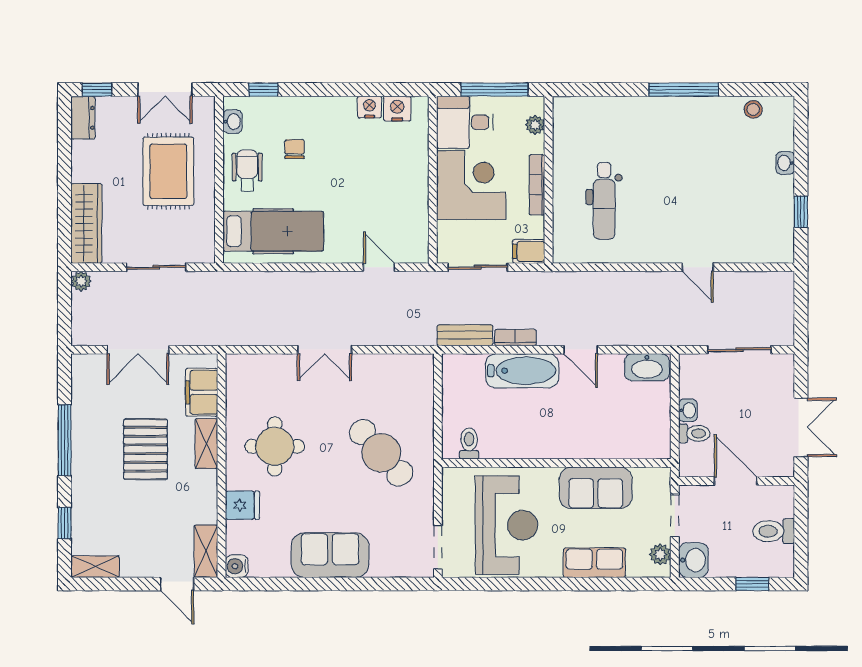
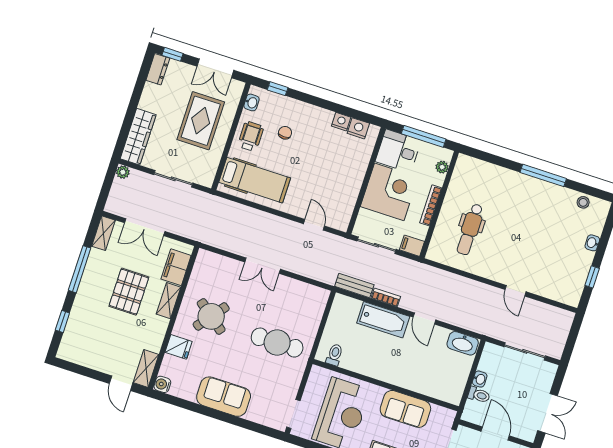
round table: (275, 446) -> (211, 316), turned 38
cafe table: (381, 453) -> (277, 343), turned -48
shelving: (95, 567) -> (103, 233), moved, turned 90

